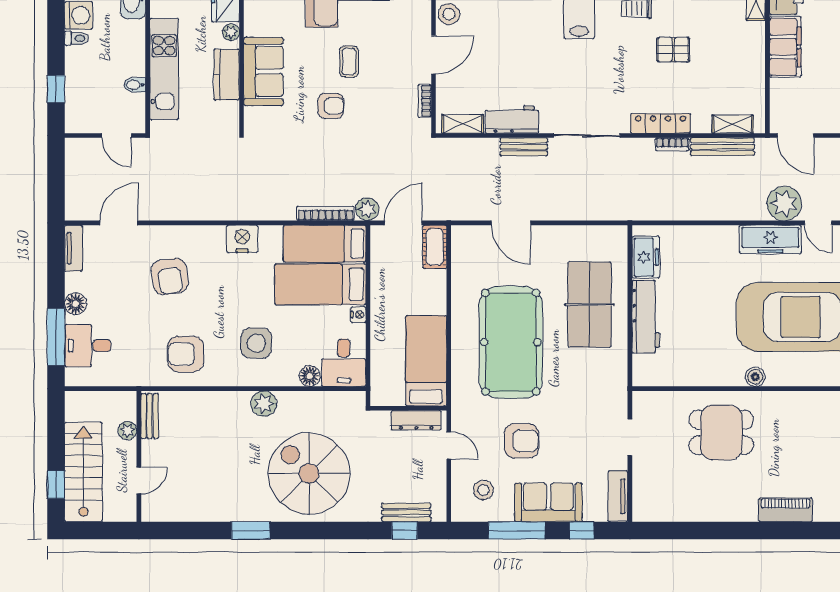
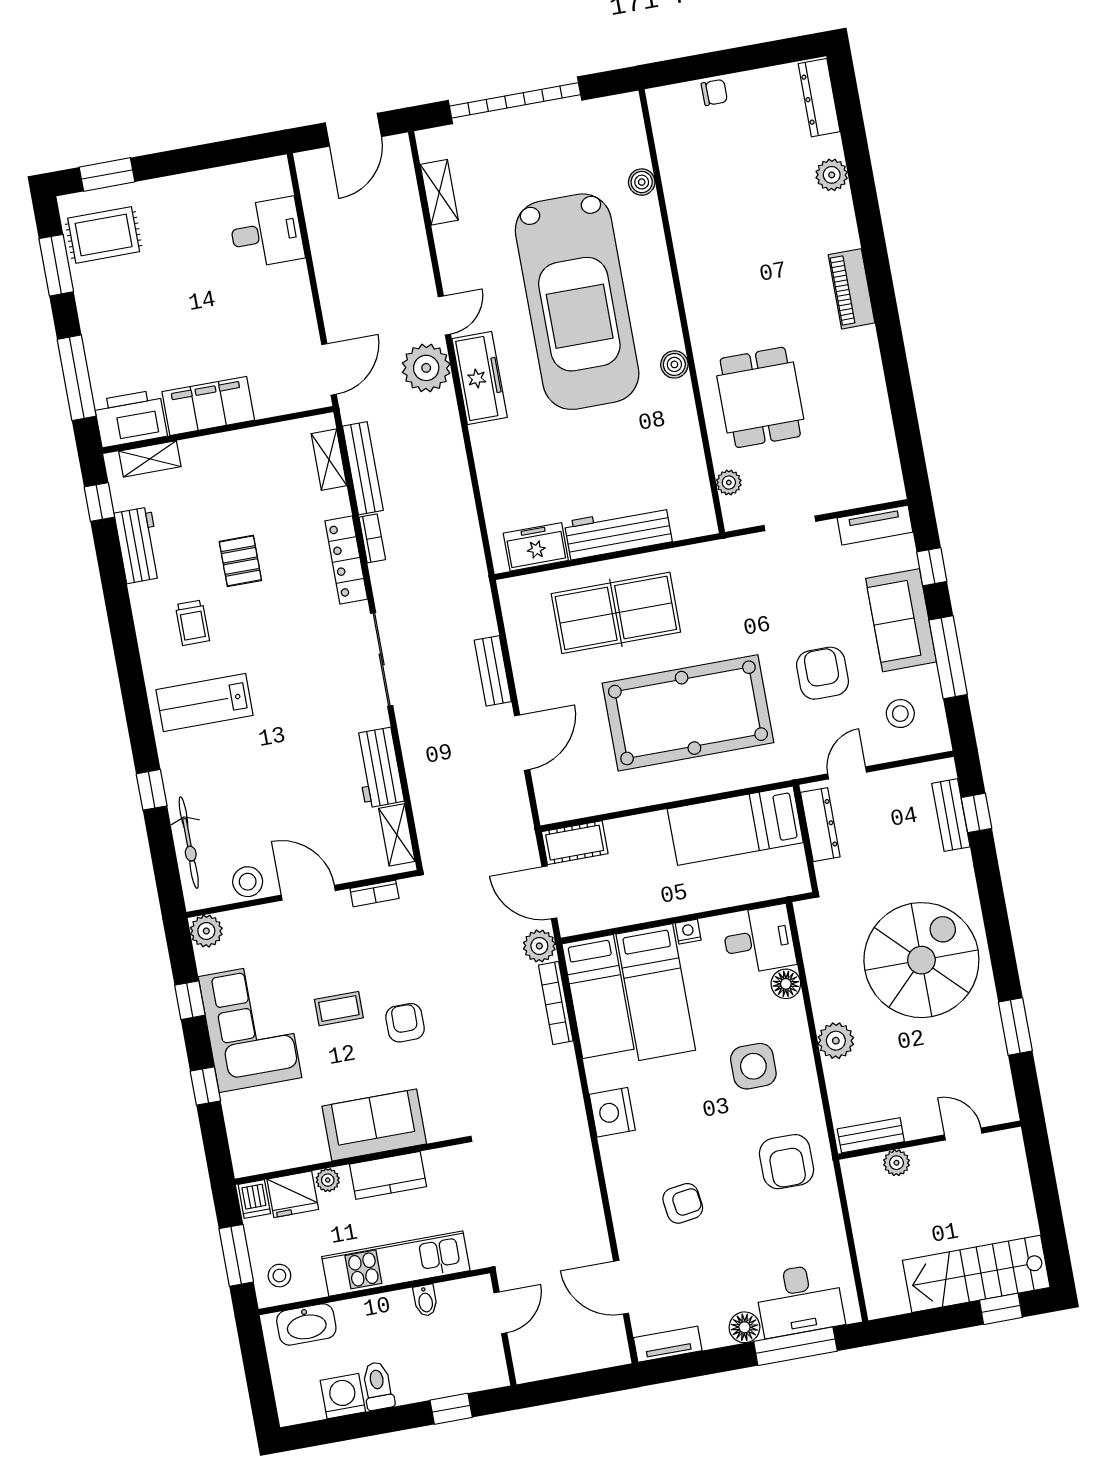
toilet: (77, 38) -> (378, 1386), width x1.37, depth x1.39
bench: (524, 147) -> (493, 671), moved
armchair: (170, 276) -> (683, 1203), width x0.72, depth x0.72
desk: (88, 346) -> (800, 1300), width x1.37
plant: (666, 400) -> (729, 482), added
bench: (150, 416) -> (871, 1135), moved
plant: (127, 430) -> (896, 1163), moved
wall: (139, 456) -> (929, 1140), moved
spiral stairs: (309, 474) -> (921, 960), turned 180
door: (139, 481) -> (963, 1134), moved

